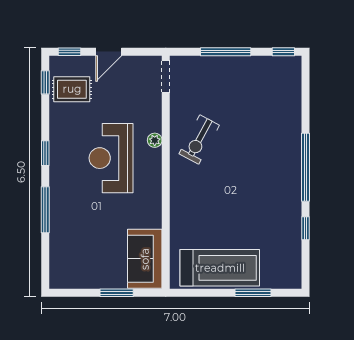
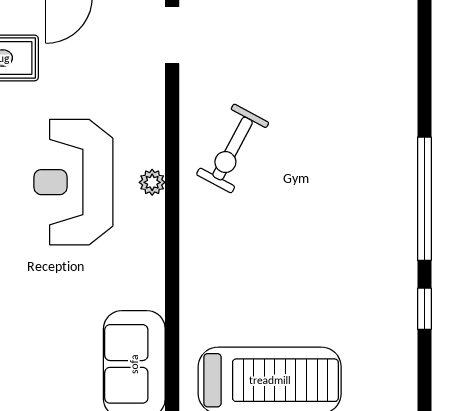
plant: (155, 140) -> (152, 182), moved

